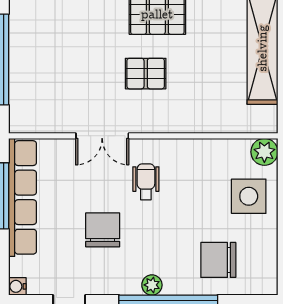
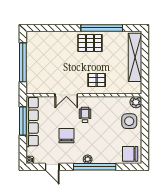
pallet: (146, 74) -> (97, 80), moved
chair: (218, 260) -> (130, 154), moved

